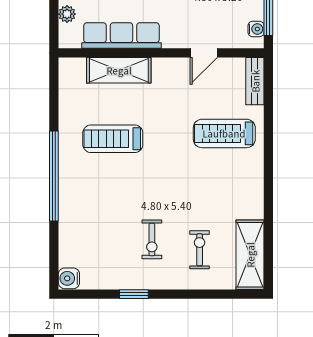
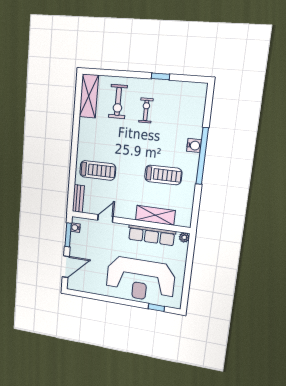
plant: (67, 14) -> (184, 237), moved
exercise bike: (200, 250) -> (118, 102), width x1.38, depth x1.39
water cooler: (69, 278) -> (194, 145), moved

